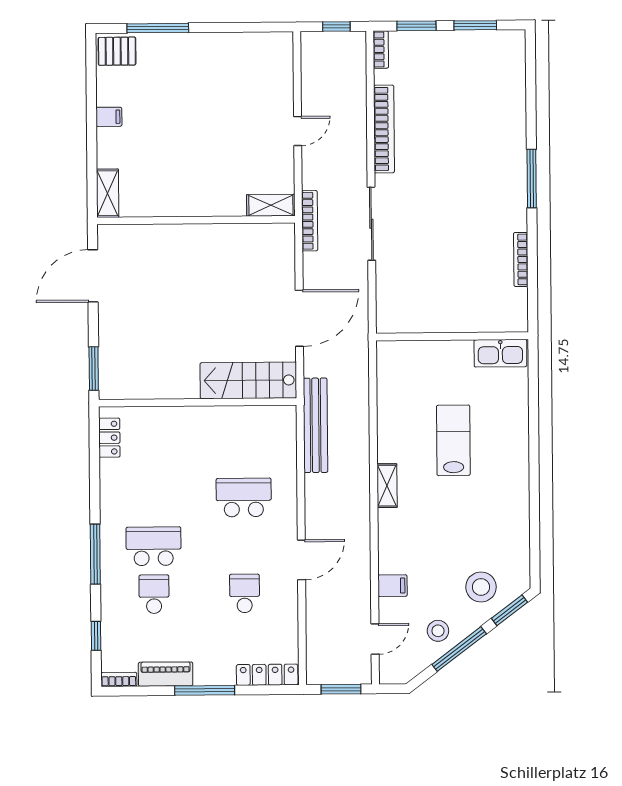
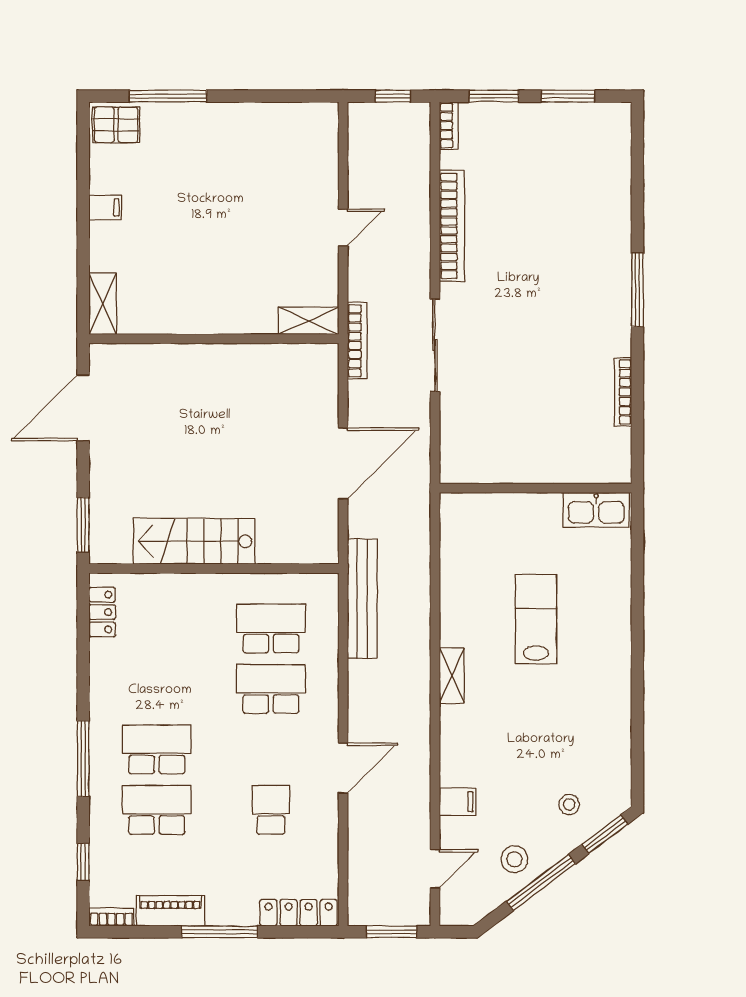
stairs: (248, 380) -> (194, 541), moved
school desk: (243, 450) -> (271, 628), added
stool: (481, 587) -> (569, 804), width x0.53, depth x0.53
school desk: (154, 594) -> (157, 810), width x1.85

